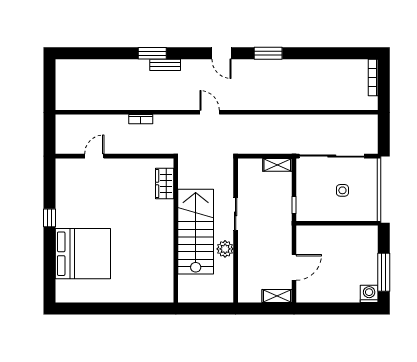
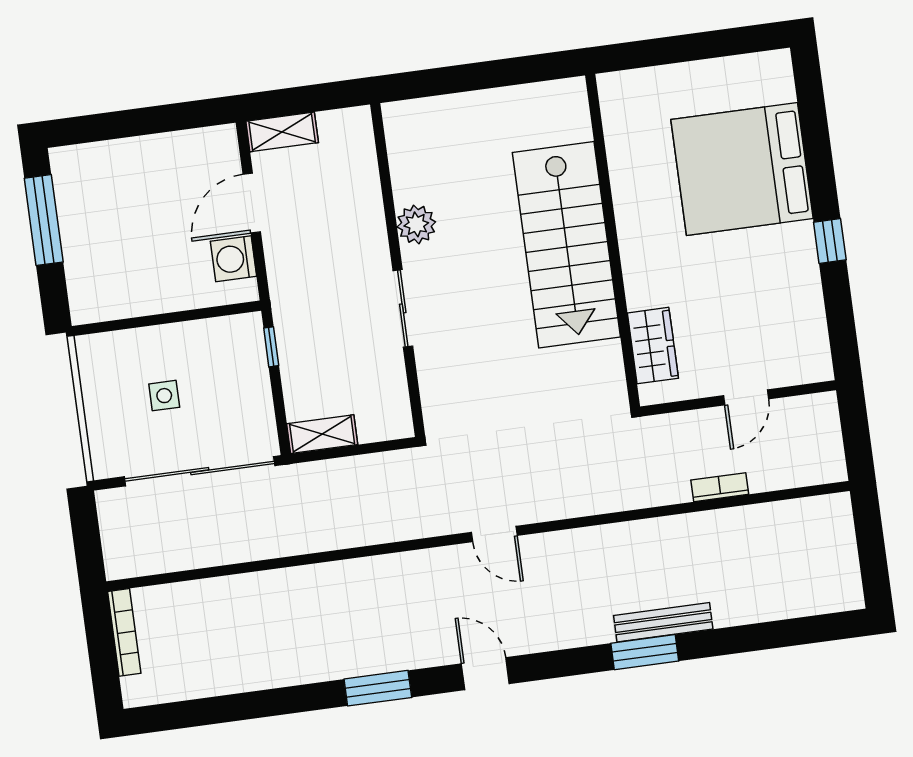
bench: (165, 65) -> (663, 622), moved, width x1.36
bookcase: (373, 78) -> (124, 632), moved
bookcase: (141, 119) -> (720, 487), moved
wardrobe: (165, 184) -> (653, 346), moved
wall: (176, 230) -> (613, 241), moved
stairs: (196, 232) -> (566, 245), moved
washing machine: (369, 294) -> (233, 259), moved, turned 90

